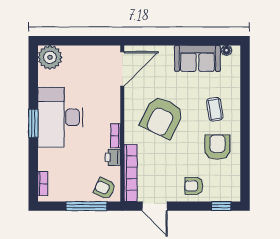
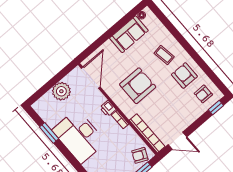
plant: (50, 57) -> (61, 91), moved
armchair: (162, 117) -> (138, 86), turned -116
window: (33, 123) -> (49, 133), moved
printer: (113, 157) -> (108, 108), moved
armchair: (194, 186) -> (203, 94), moved

